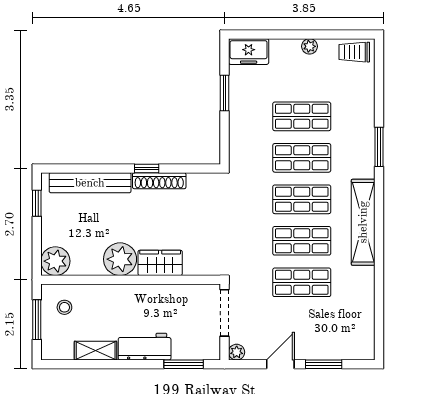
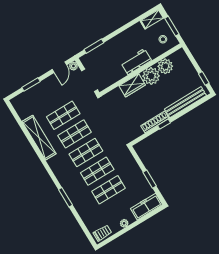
freezer: (249, 52) -> (147, 207), width x1.40
shelving: (363, 222) -> (39, 138), moved
plant: (55, 261) -> (165, 66), moved
workbench: (145, 347) -> (136, 62), moved, turned 180
shelving: (96, 351) -> (152, 19), moved
door: (280, 364) -> (59, 67), moved

